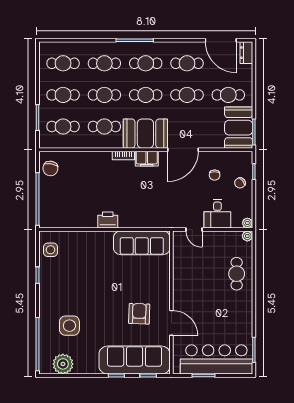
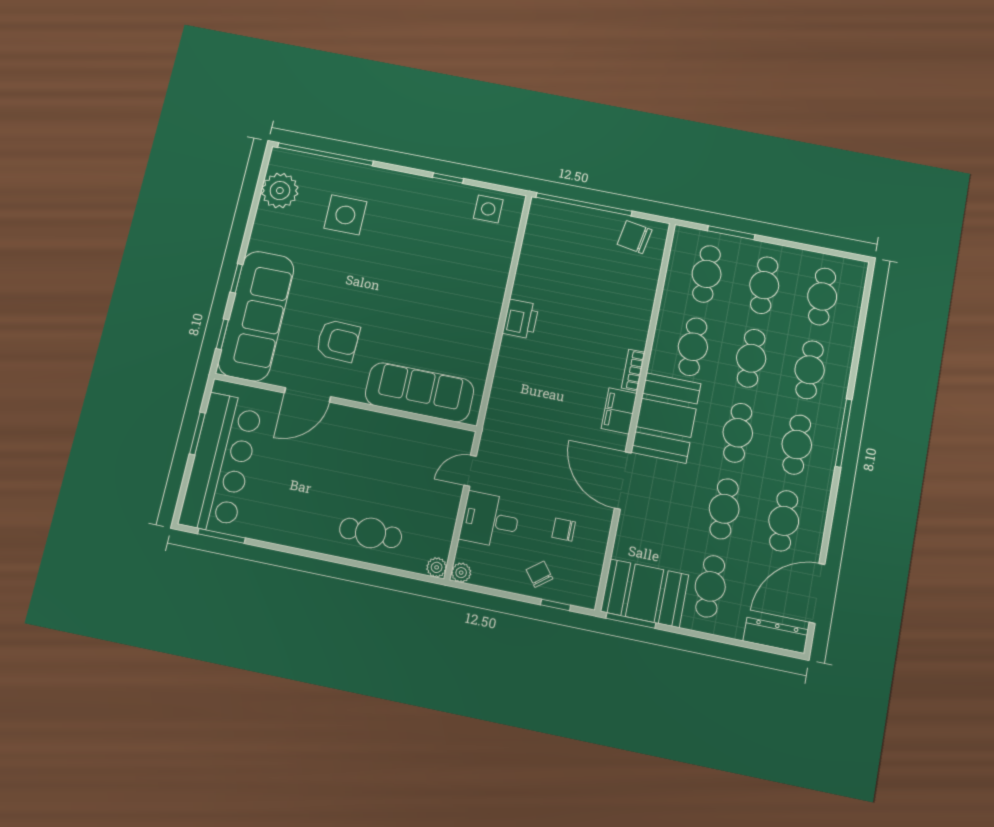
dresser: (246, 53) -> (776, 635), width x1.44
sofa: (142, 243) -> (420, 392), moved, turned 90

